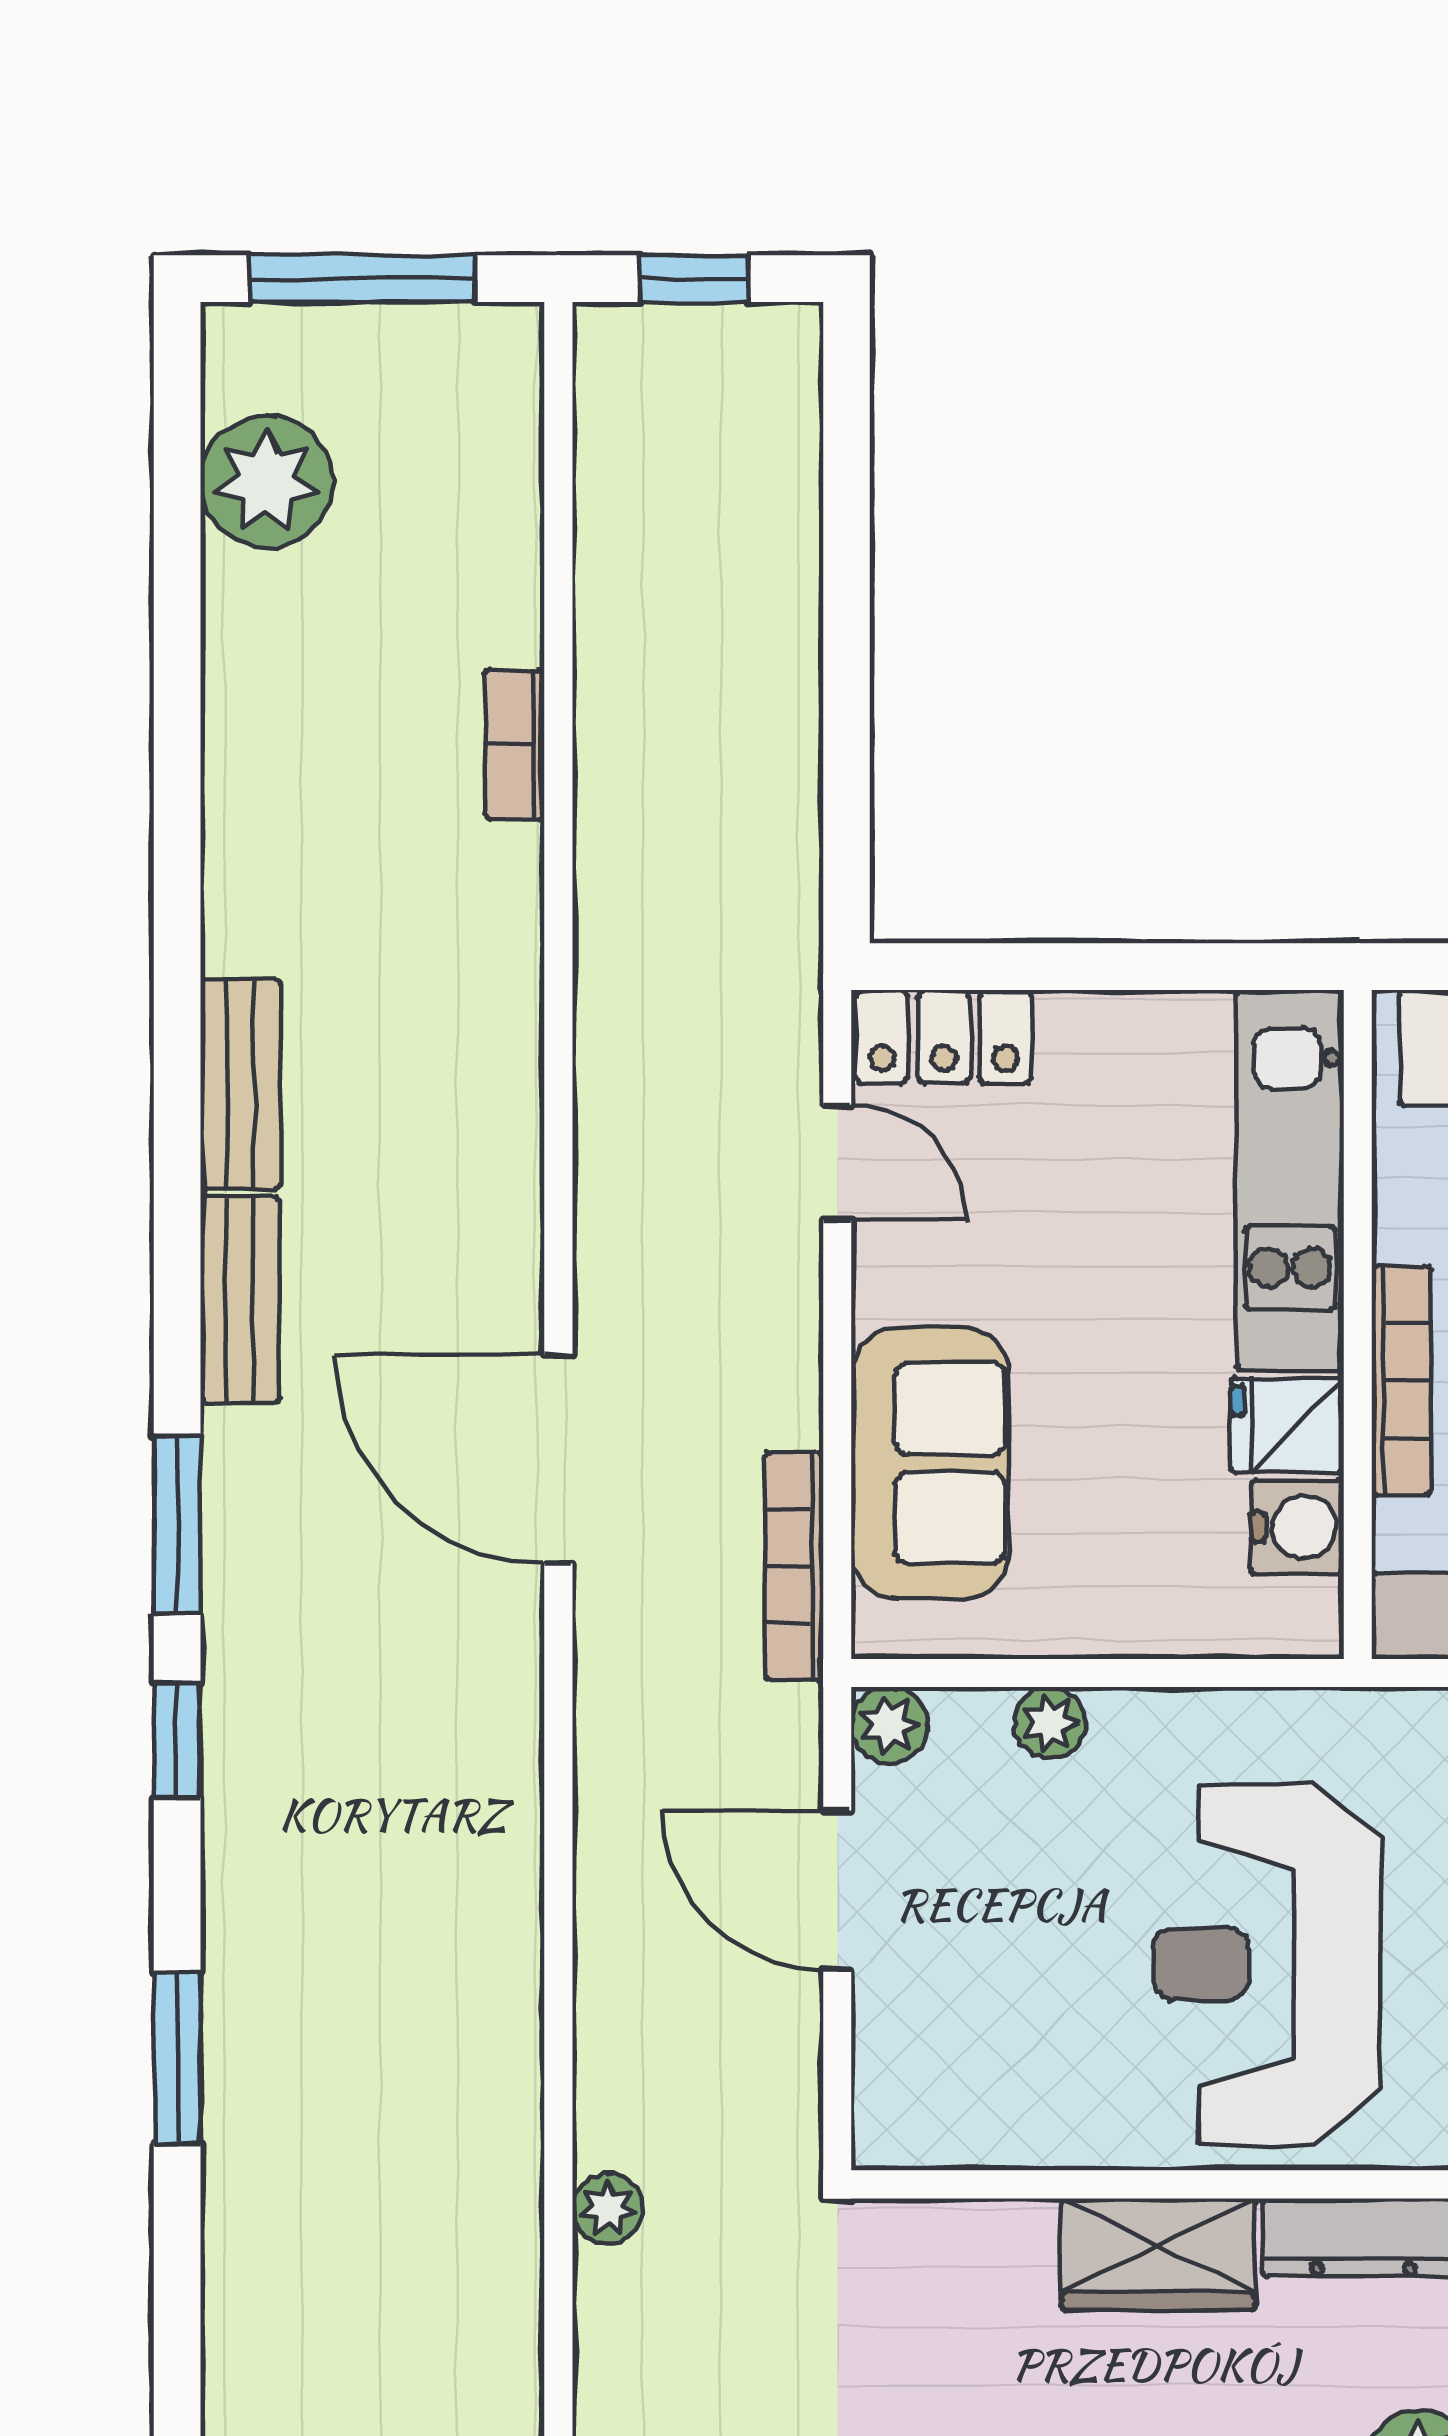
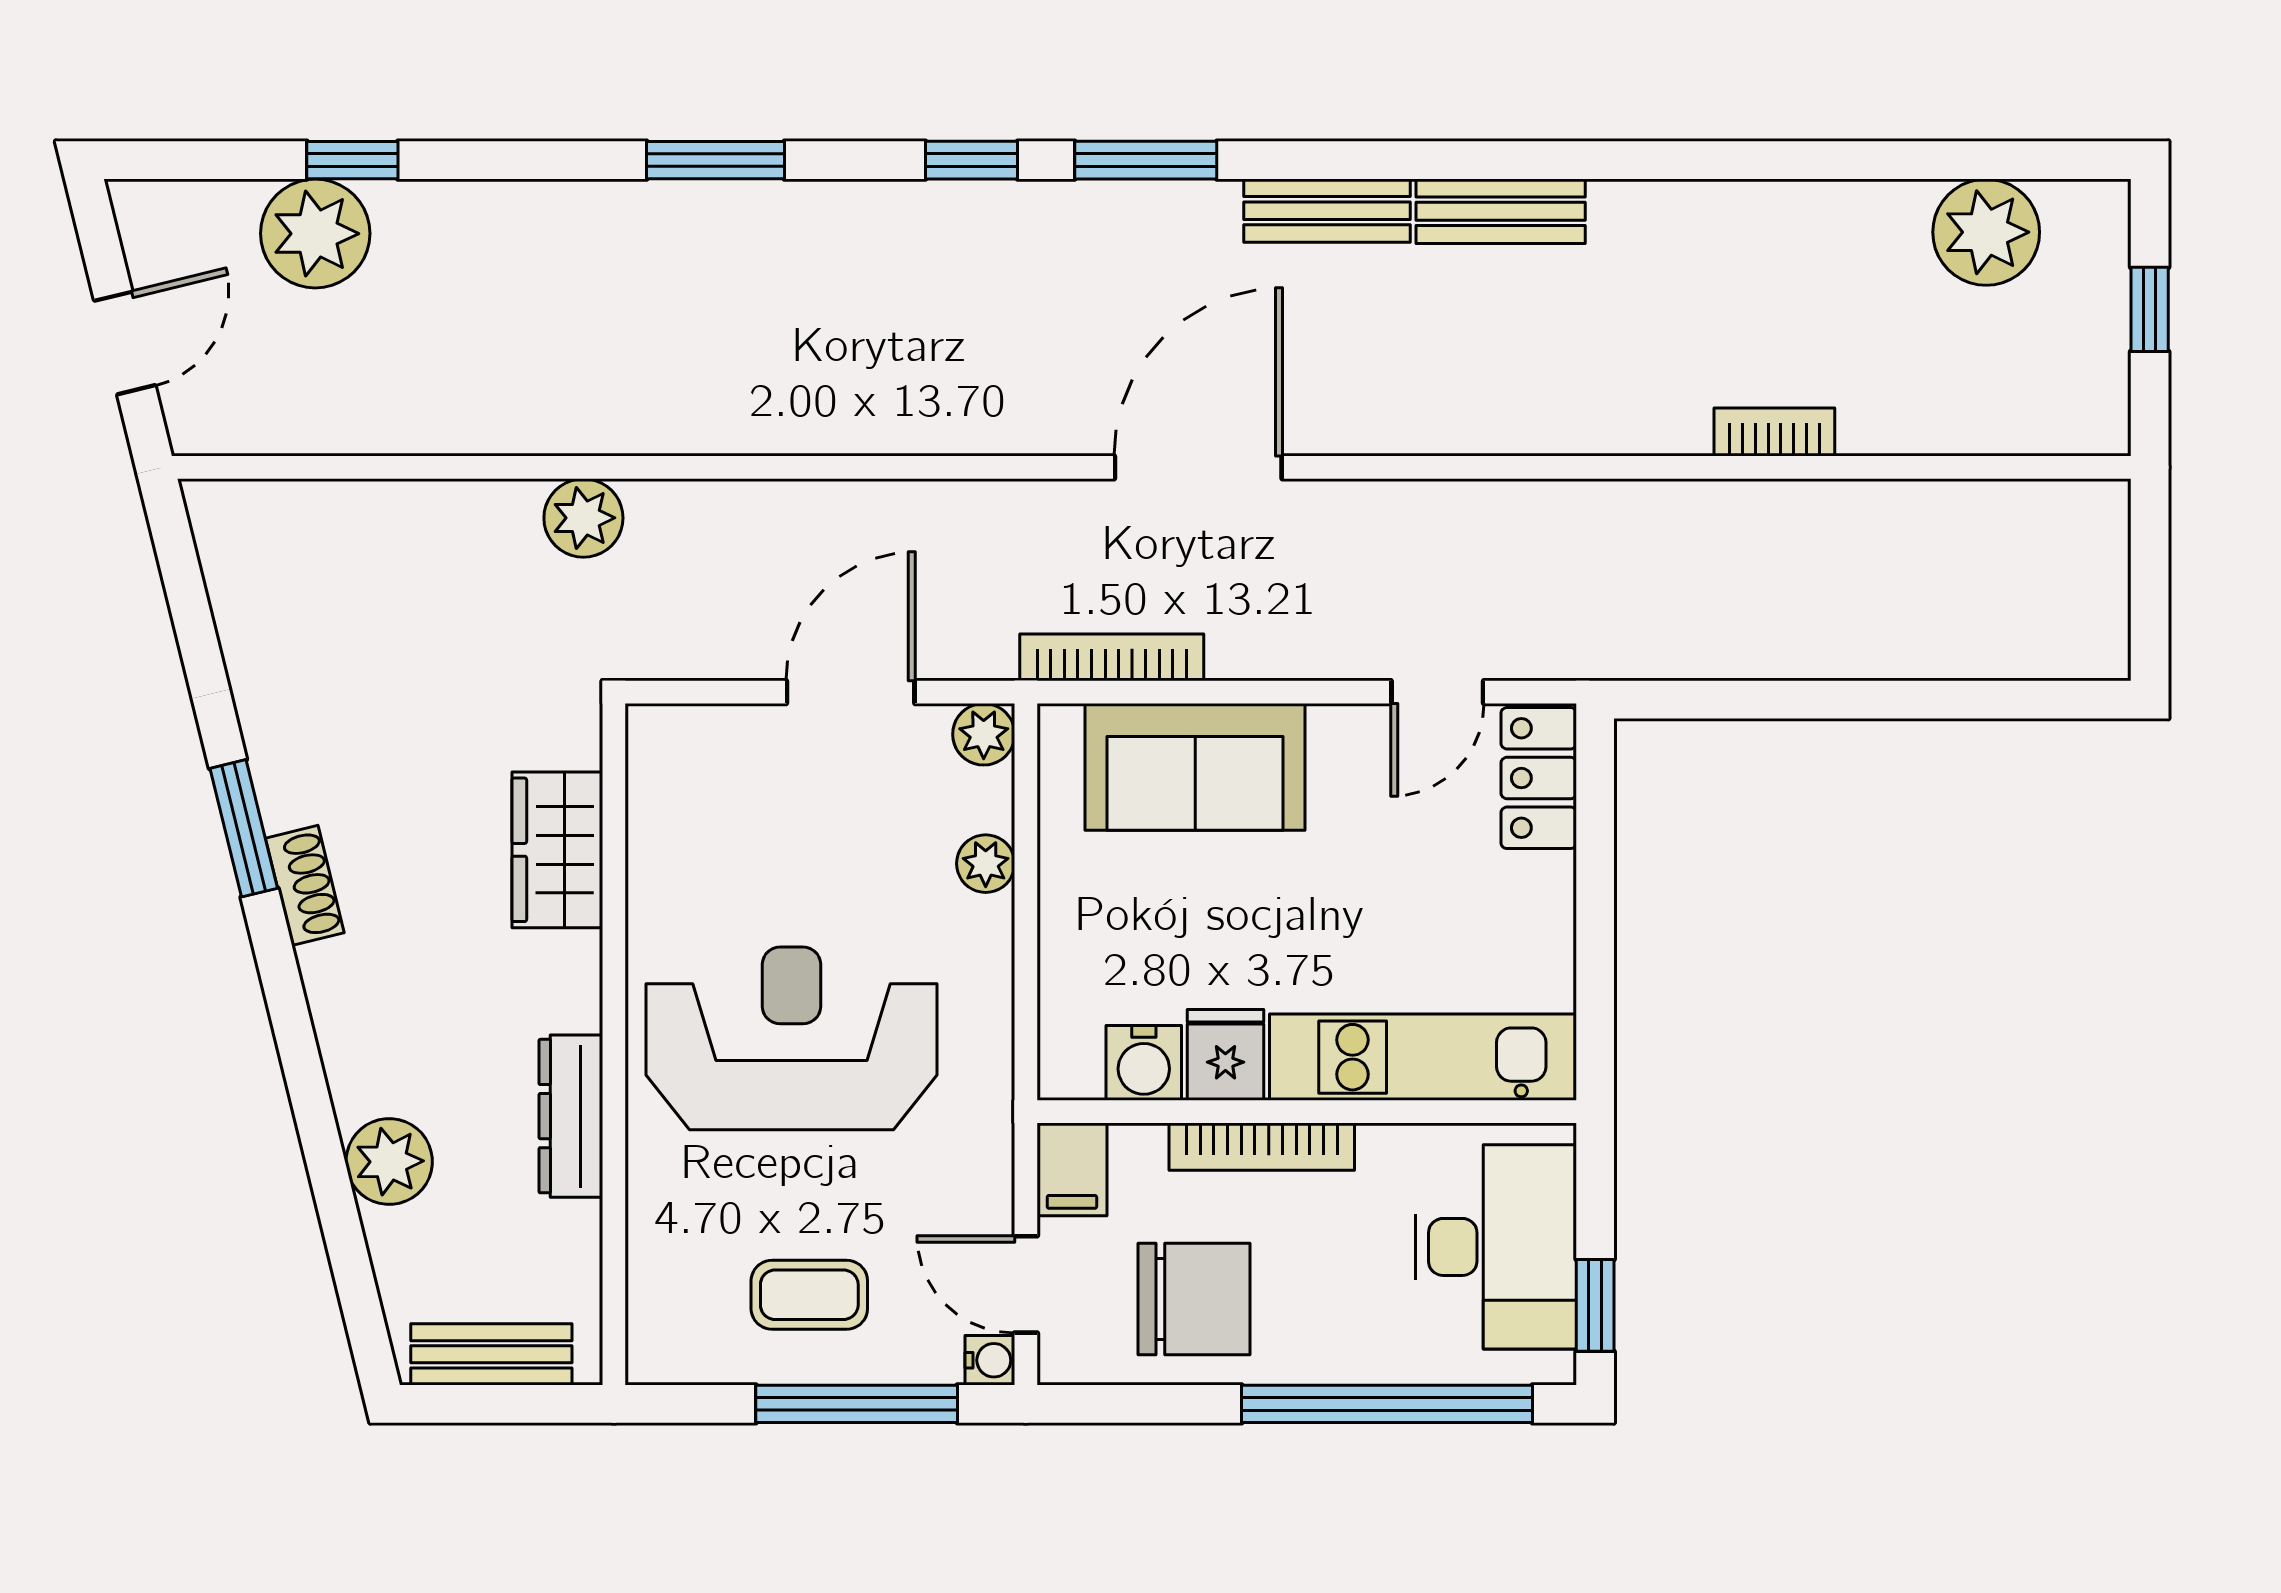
window: (362, 279) -> (2150, 309), width x0.46
window: (694, 279) -> (2150, 577), removed
plant: (608, 2209) -> (583, 518), width x1.38, depth x1.38
wardrobe: (1158, 2254) -> (557, 850), moved

